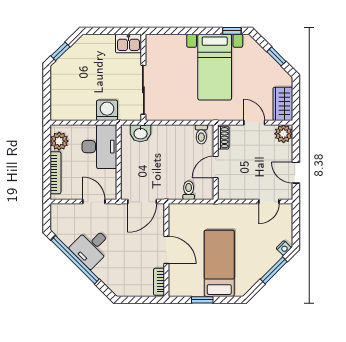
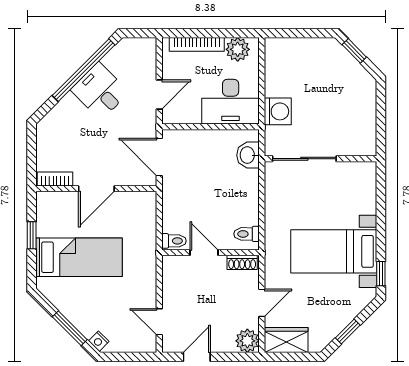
kitchen sink: (128, 44) -> (364, 139), removed
toilet: (189, 190) -> (174, 241), moved

